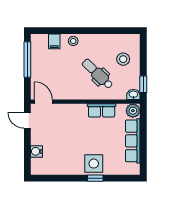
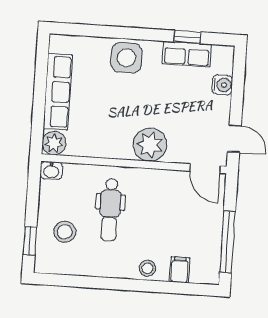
dental chair: (97, 74) -> (110, 210), turned 46
window: (143, 84) -> (30, 241), moved
row of seats: (102, 110) -> (187, 54), moved, turned 180
plant: (77, 113) -> (150, 145), added
window: (95, 178) -> (188, 37), moved

